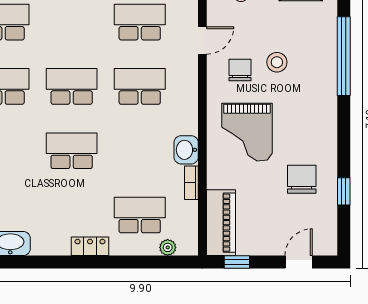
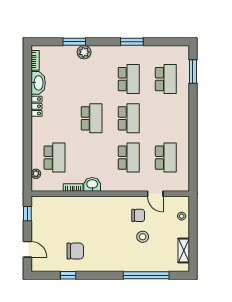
grand piano: (247, 132) -> (102, 220), removed
piano: (221, 223) -> (50, 205), removed
locker: (90, 246) -> (36, 106), moved

